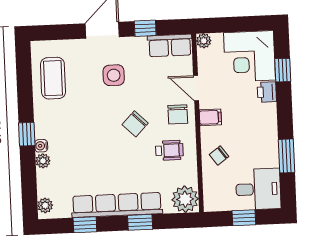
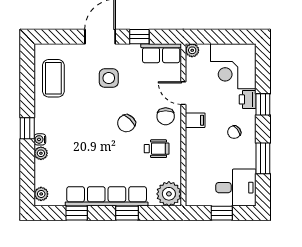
window: (283, 70) -> (263, 104), moved
chair: (219, 156) -> (234, 132), moved

